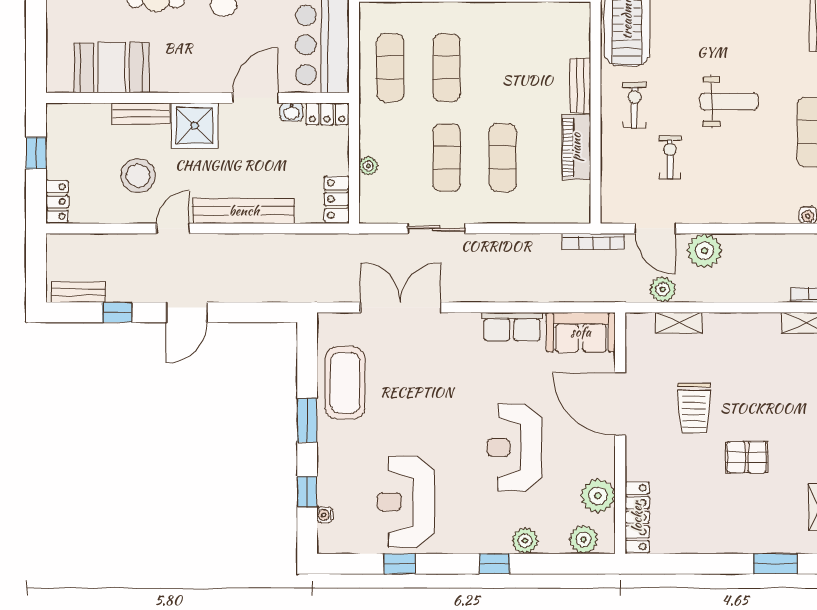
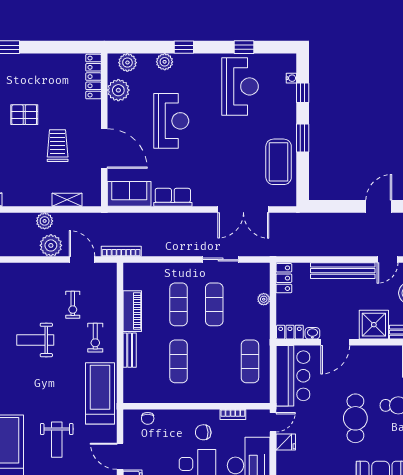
exercise mat: (447, 68) -> (179, 361), moved
plant: (663, 289) -> (45, 221), moved

